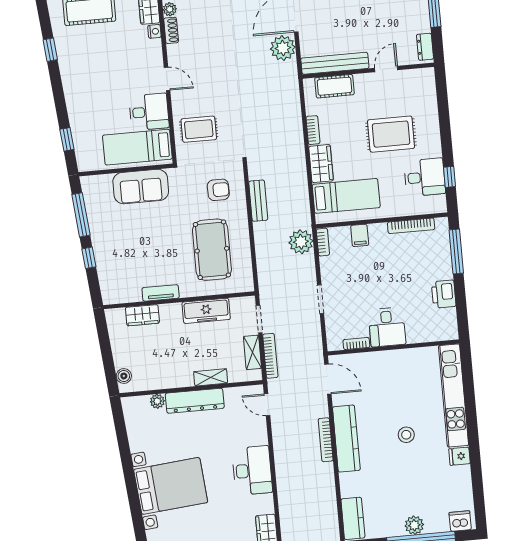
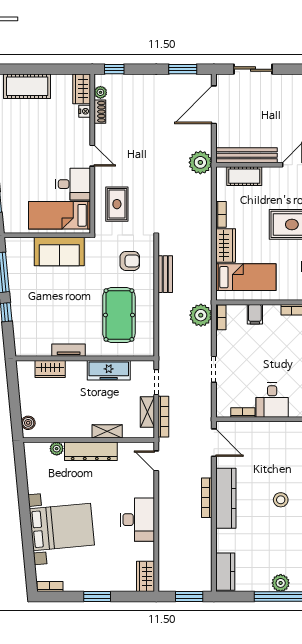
plant: (283, 48) -> (200, 162), moved
rug: (199, 129) -> (117, 204), turned 90

